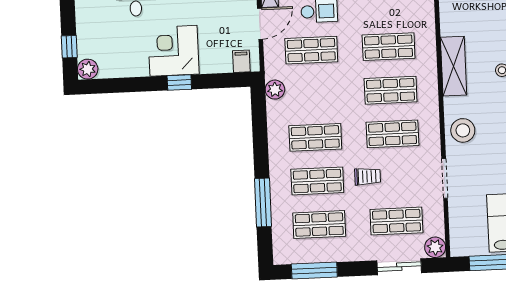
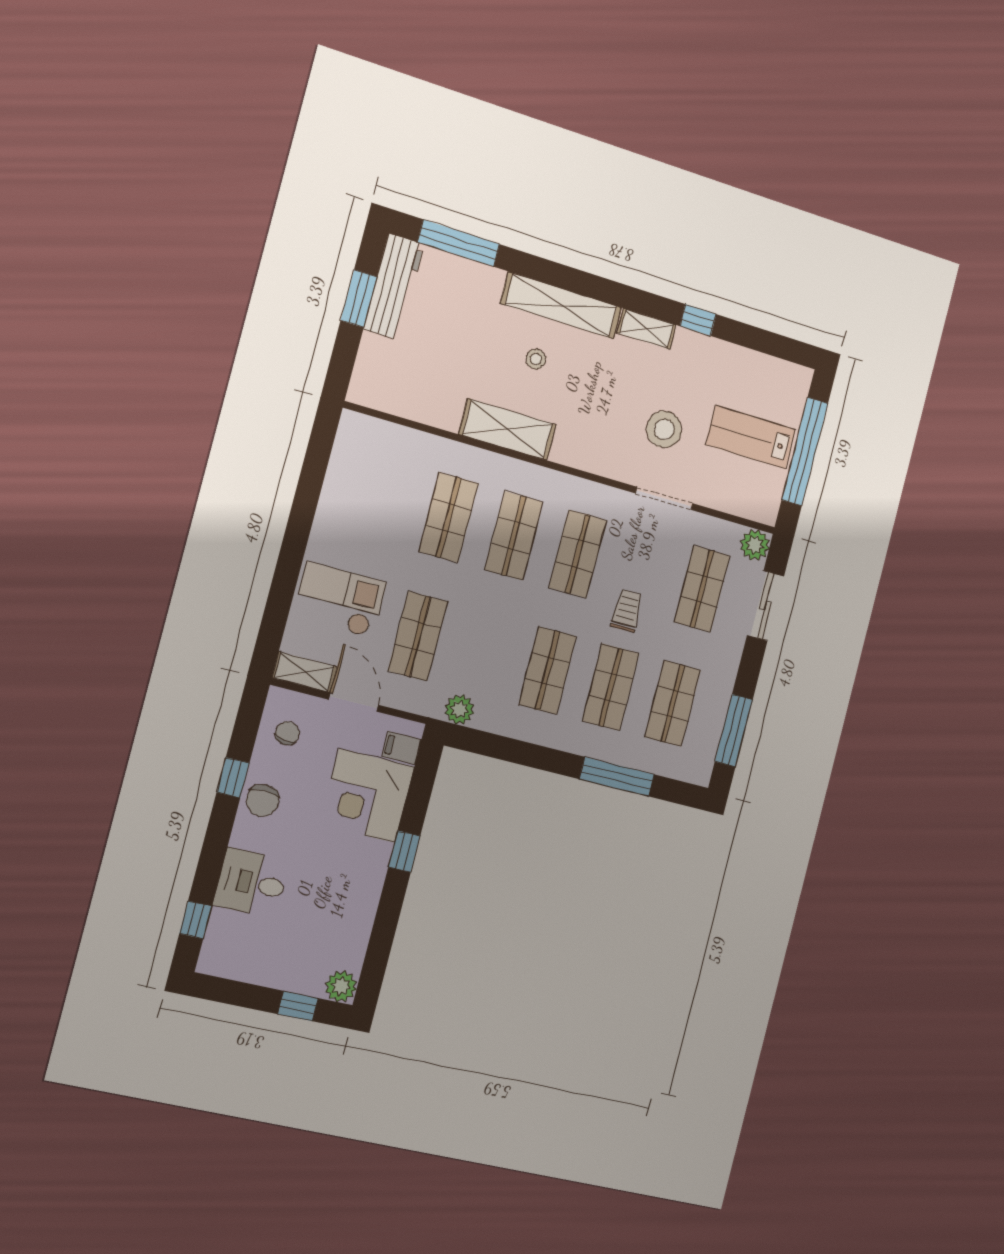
corner desk: (173, 51) -> (367, 796), moved
stool: (463, 130) -> (664, 429), moved

